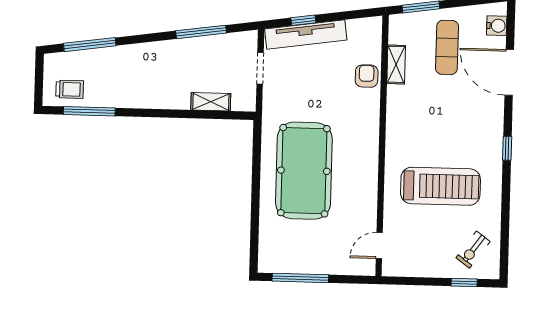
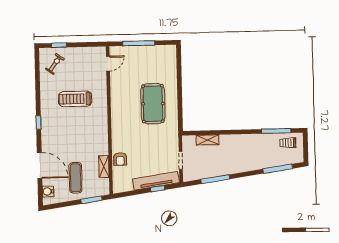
pool table: (304, 171) -> (153, 104), width x0.73, depth x0.76
treadmill: (440, 186) -> (75, 99), width x0.73, depth x0.73
window: (300, 278) -> (139, 43), moved

